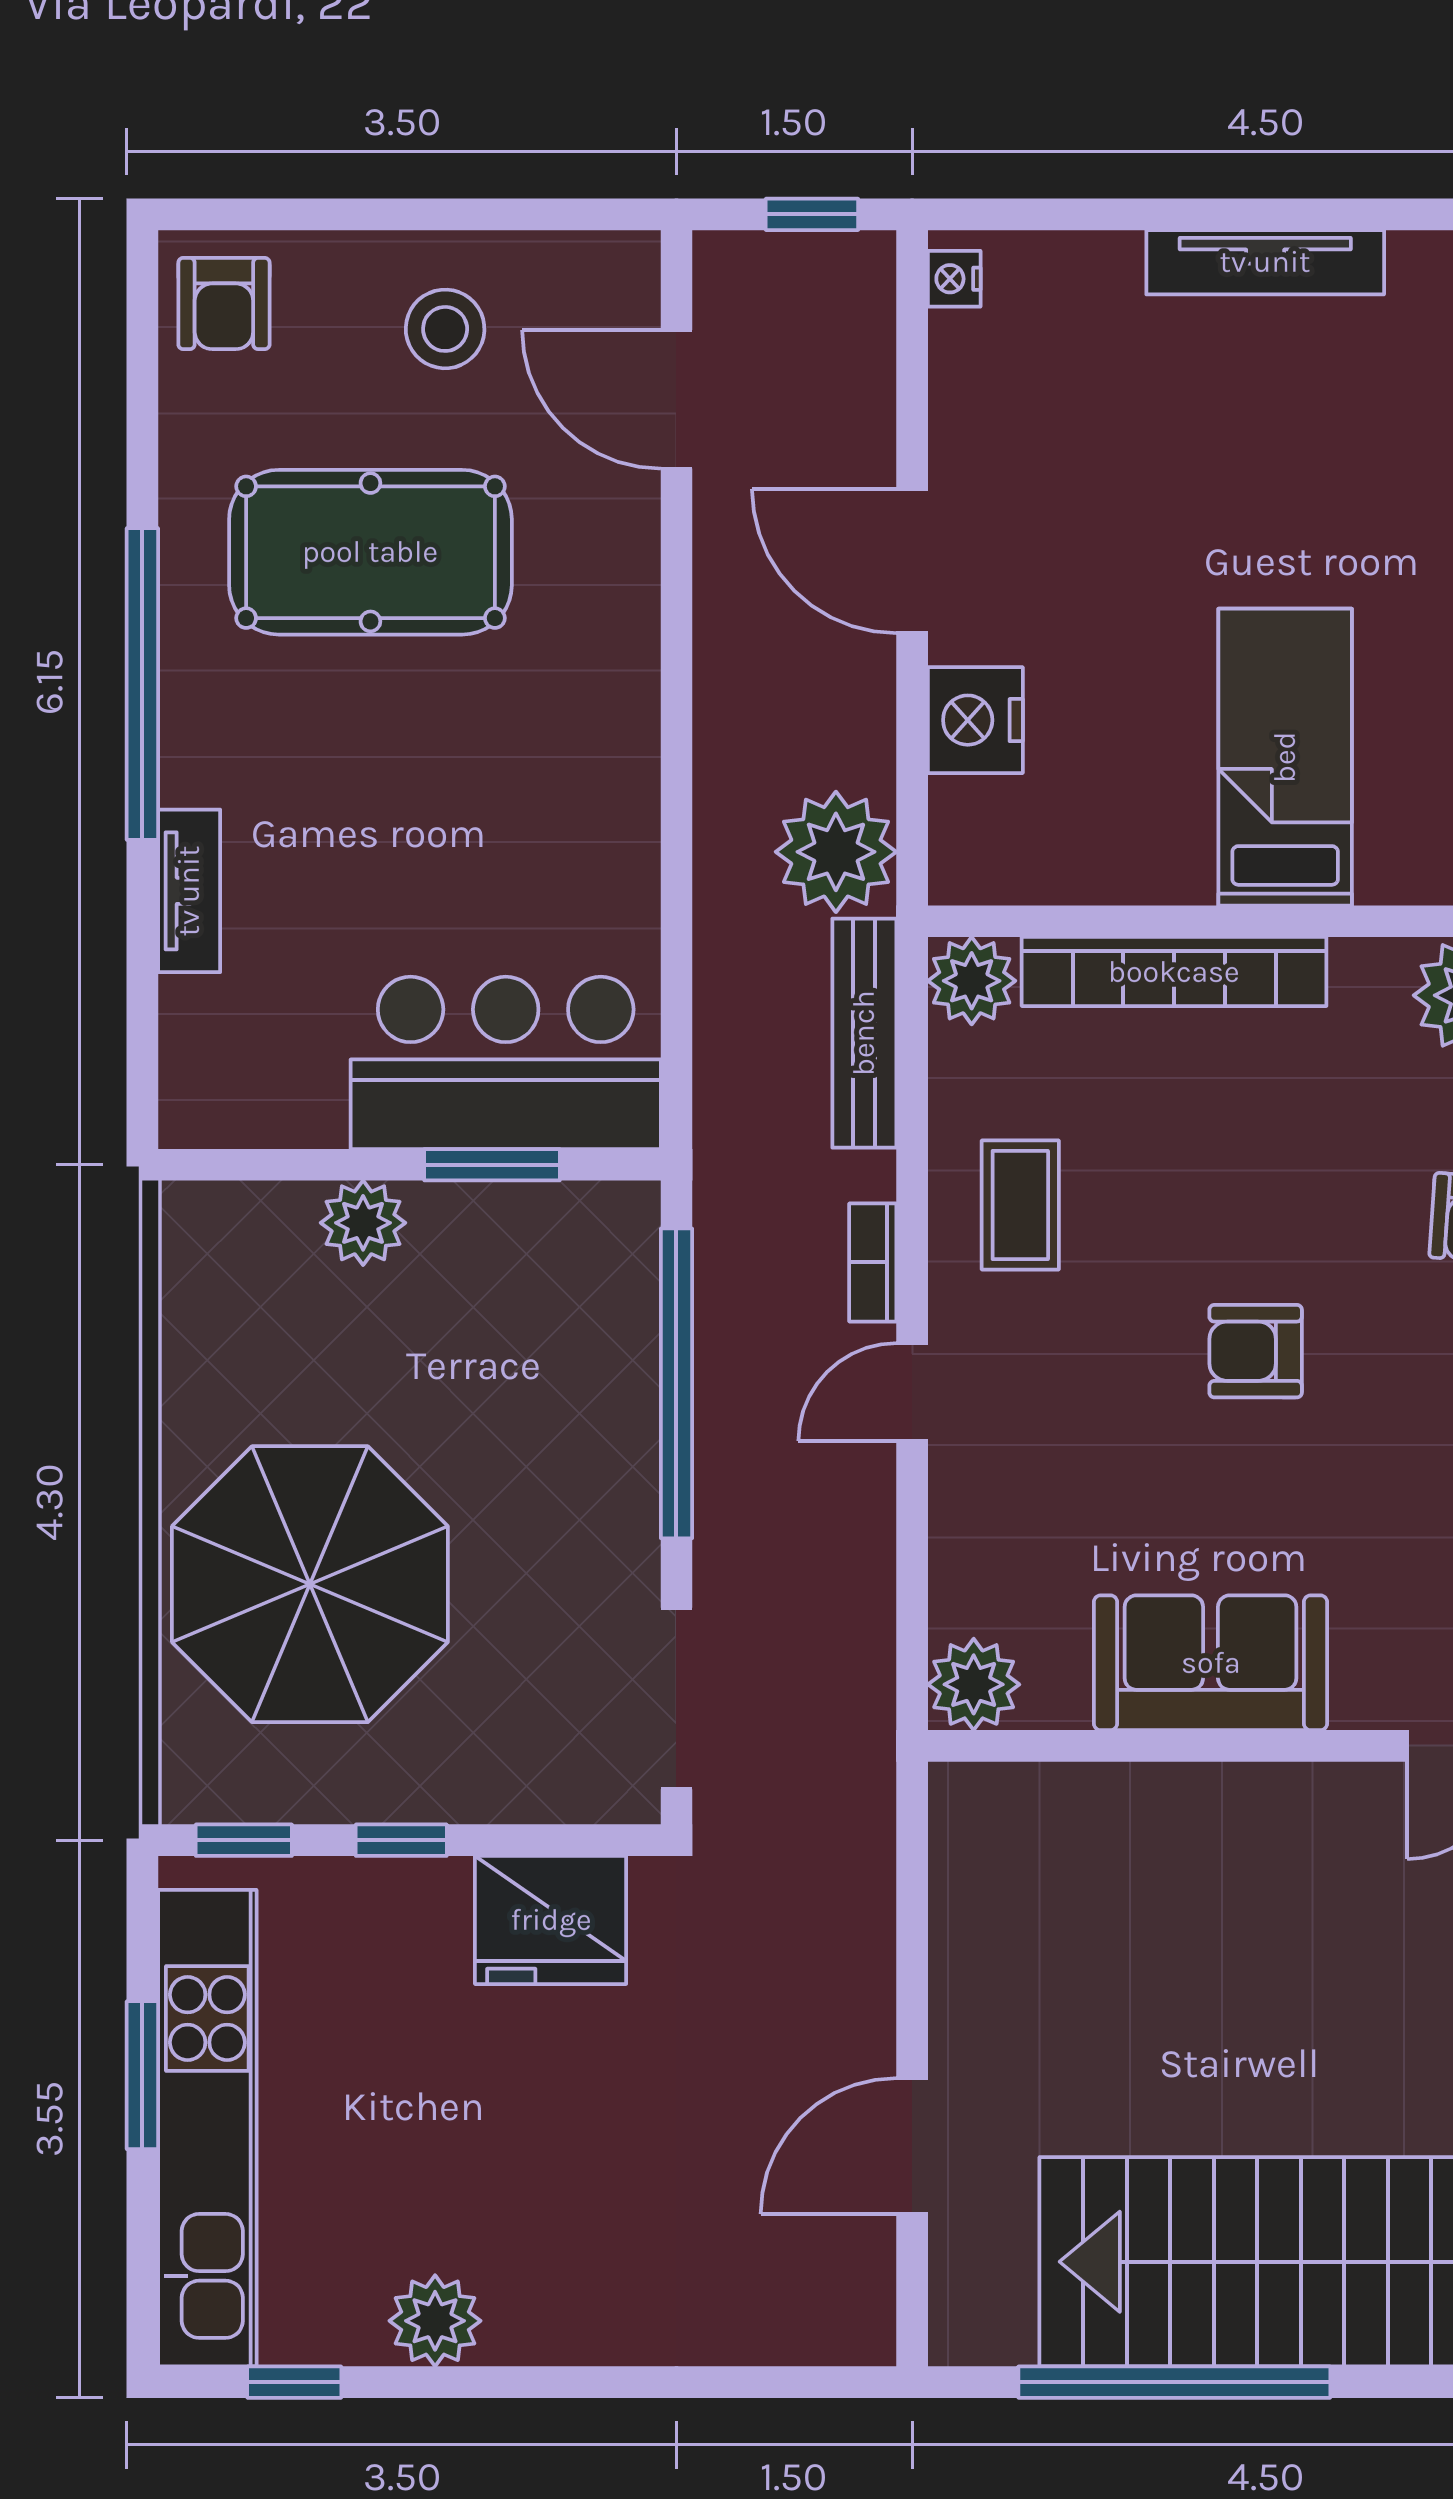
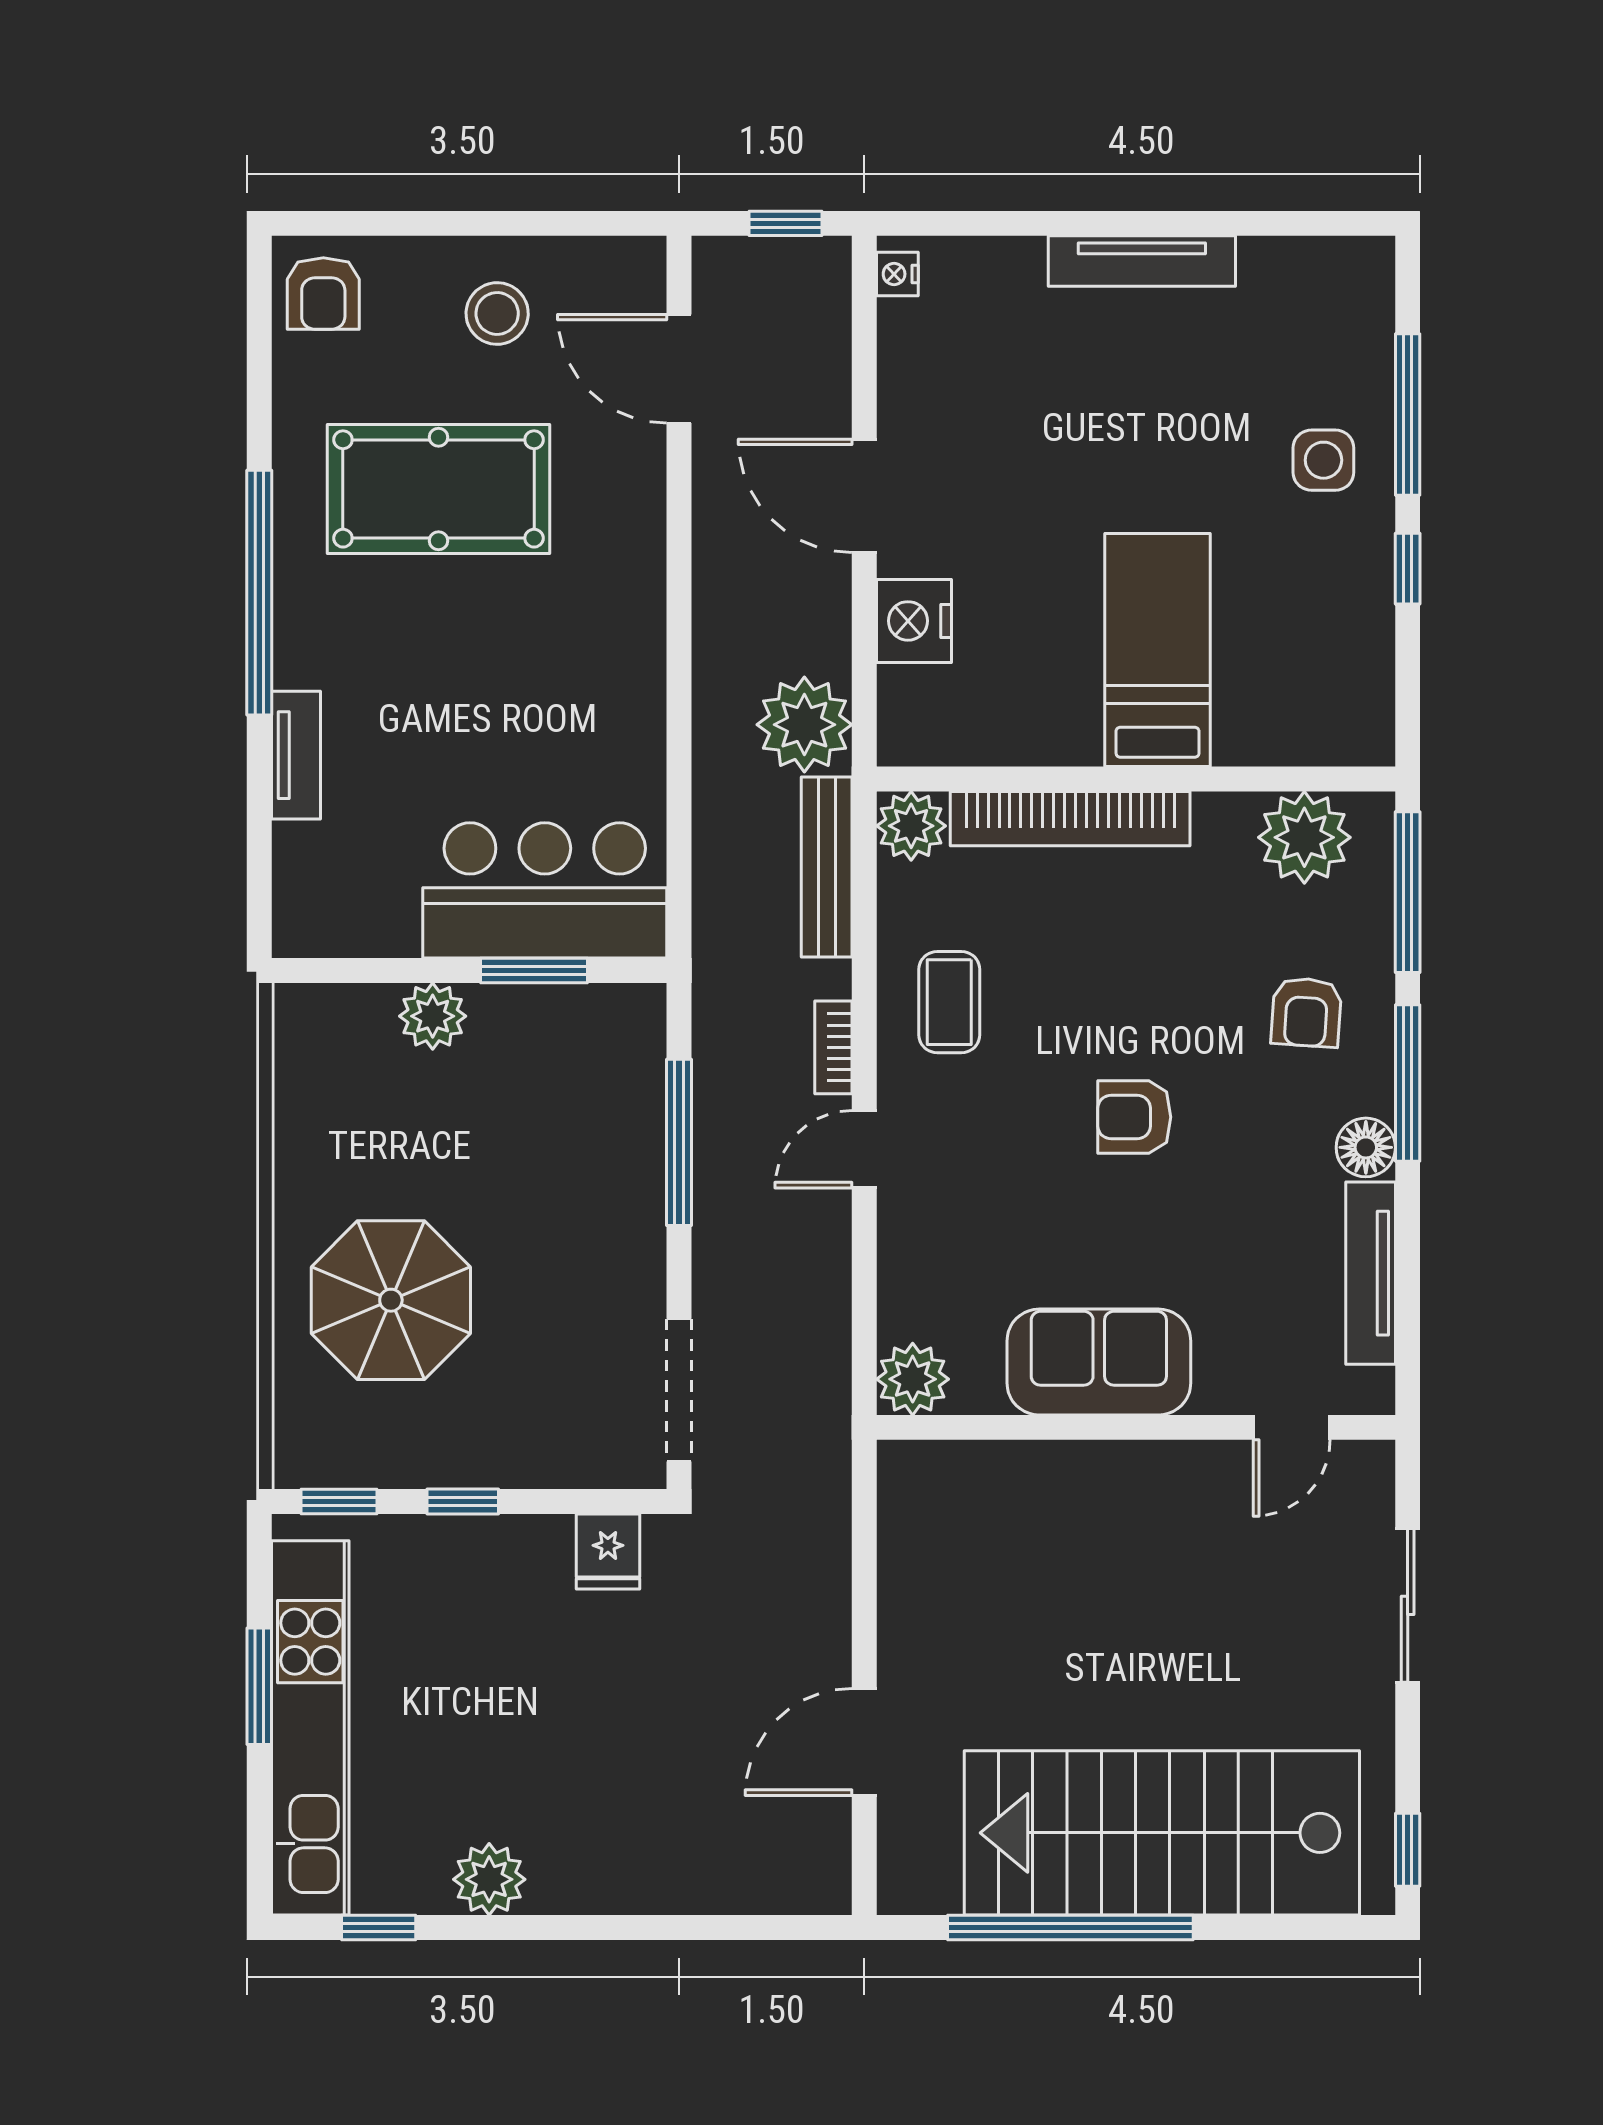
window: (676, 1383) -> (679, 1142), width x0.68
parasol: (310, 1584) -> (391, 1300), width x0.73, depth x0.73
fridge: (551, 1920) -> (608, 1551), width x0.53, depth x0.75

